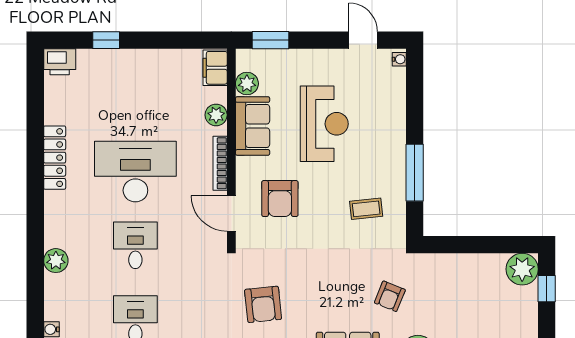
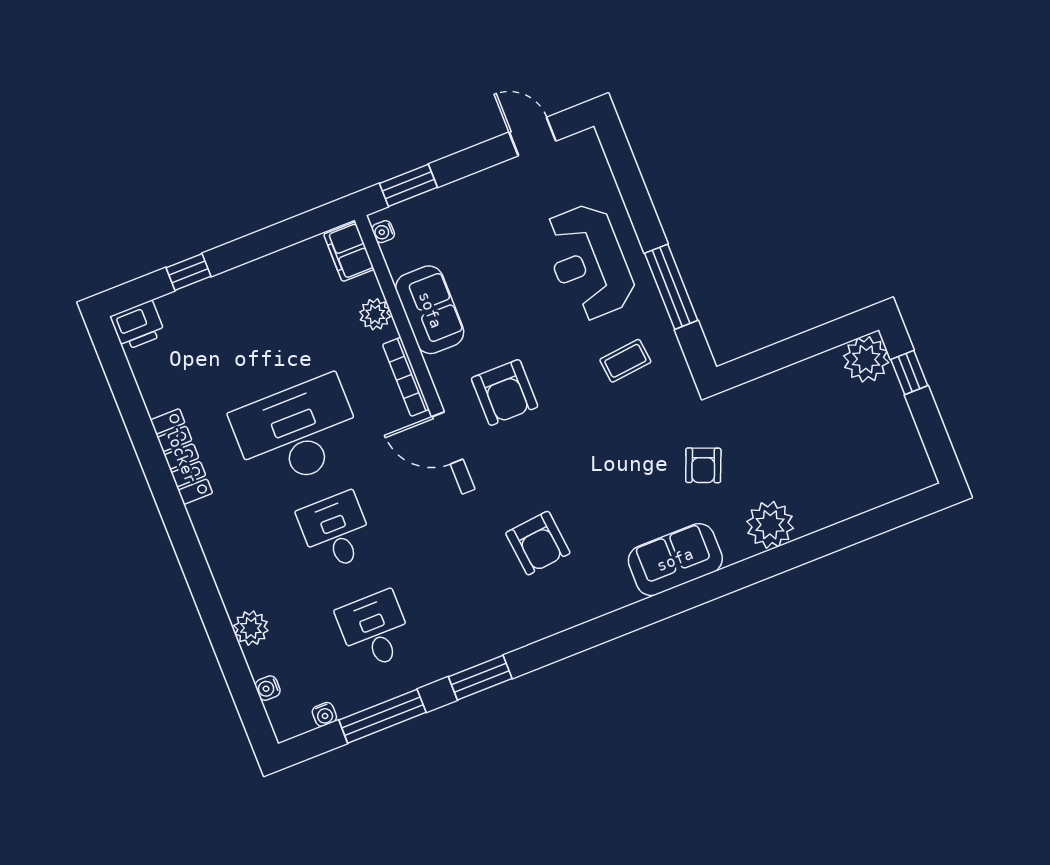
water cooler: (399, 59) -> (383, 232), moved, turned 180
plant: (247, 84) -> (400, 256), removed
reception desk: (324, 124) -> (589, 262), moved, turned 180
plant: (56, 261) -> (251, 628), moved

